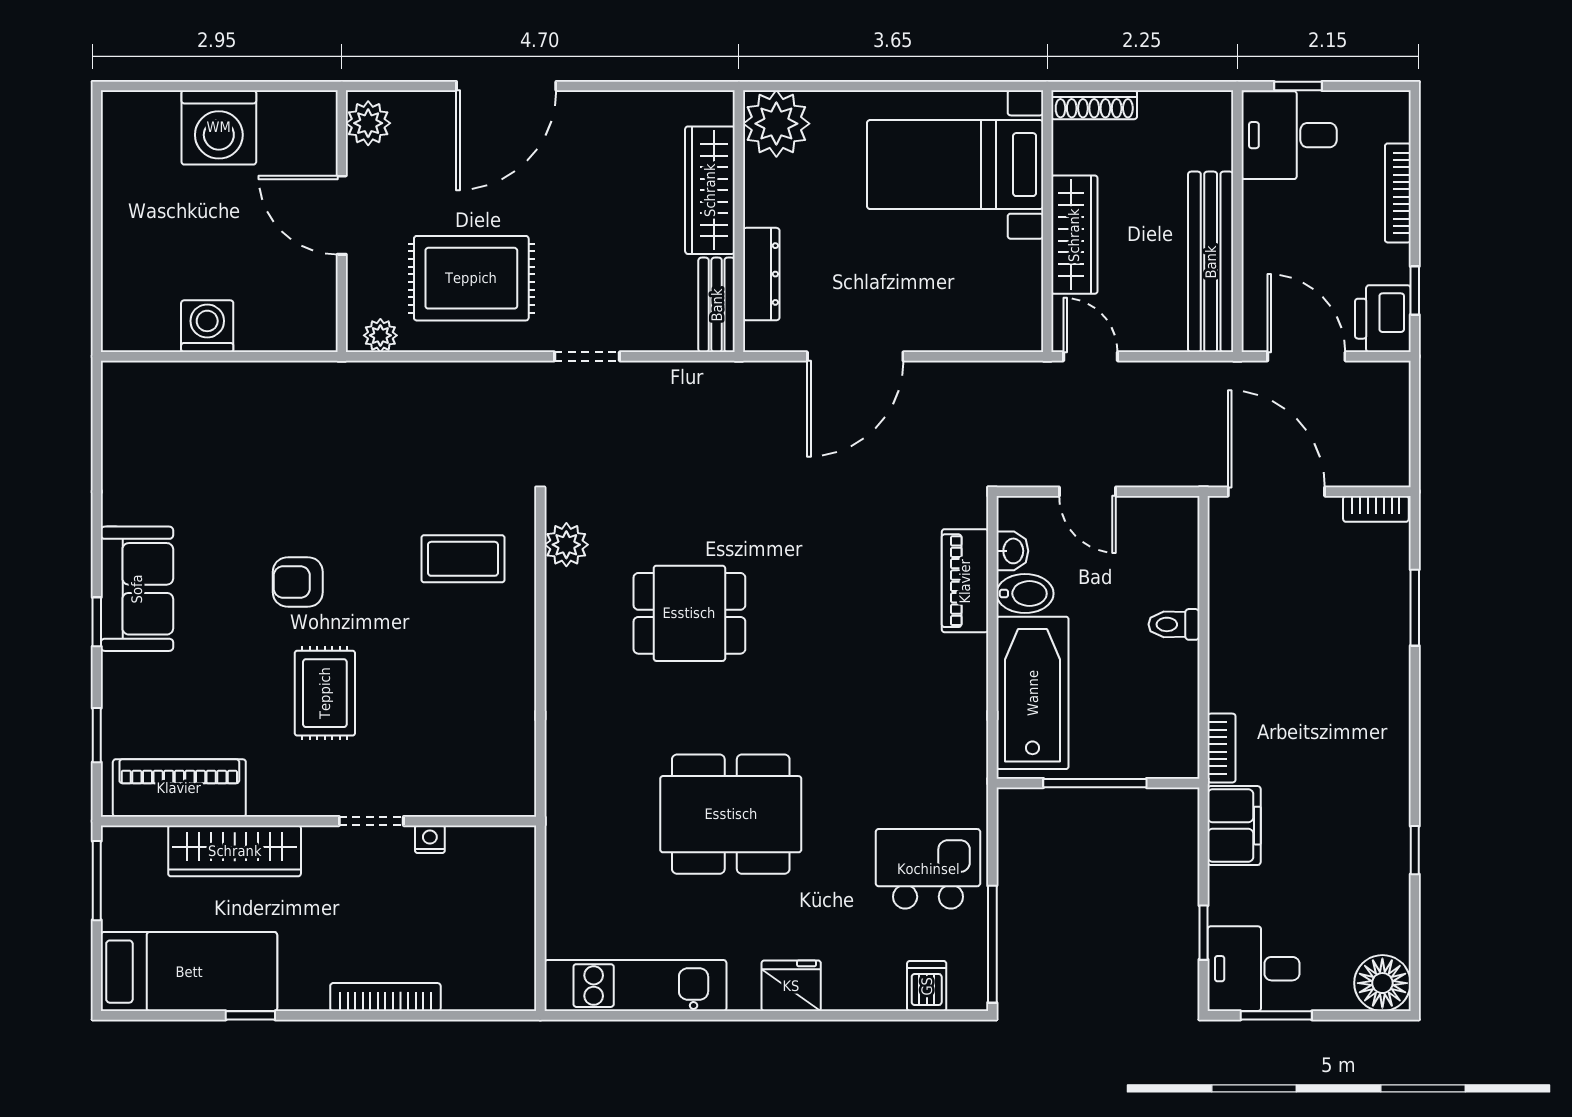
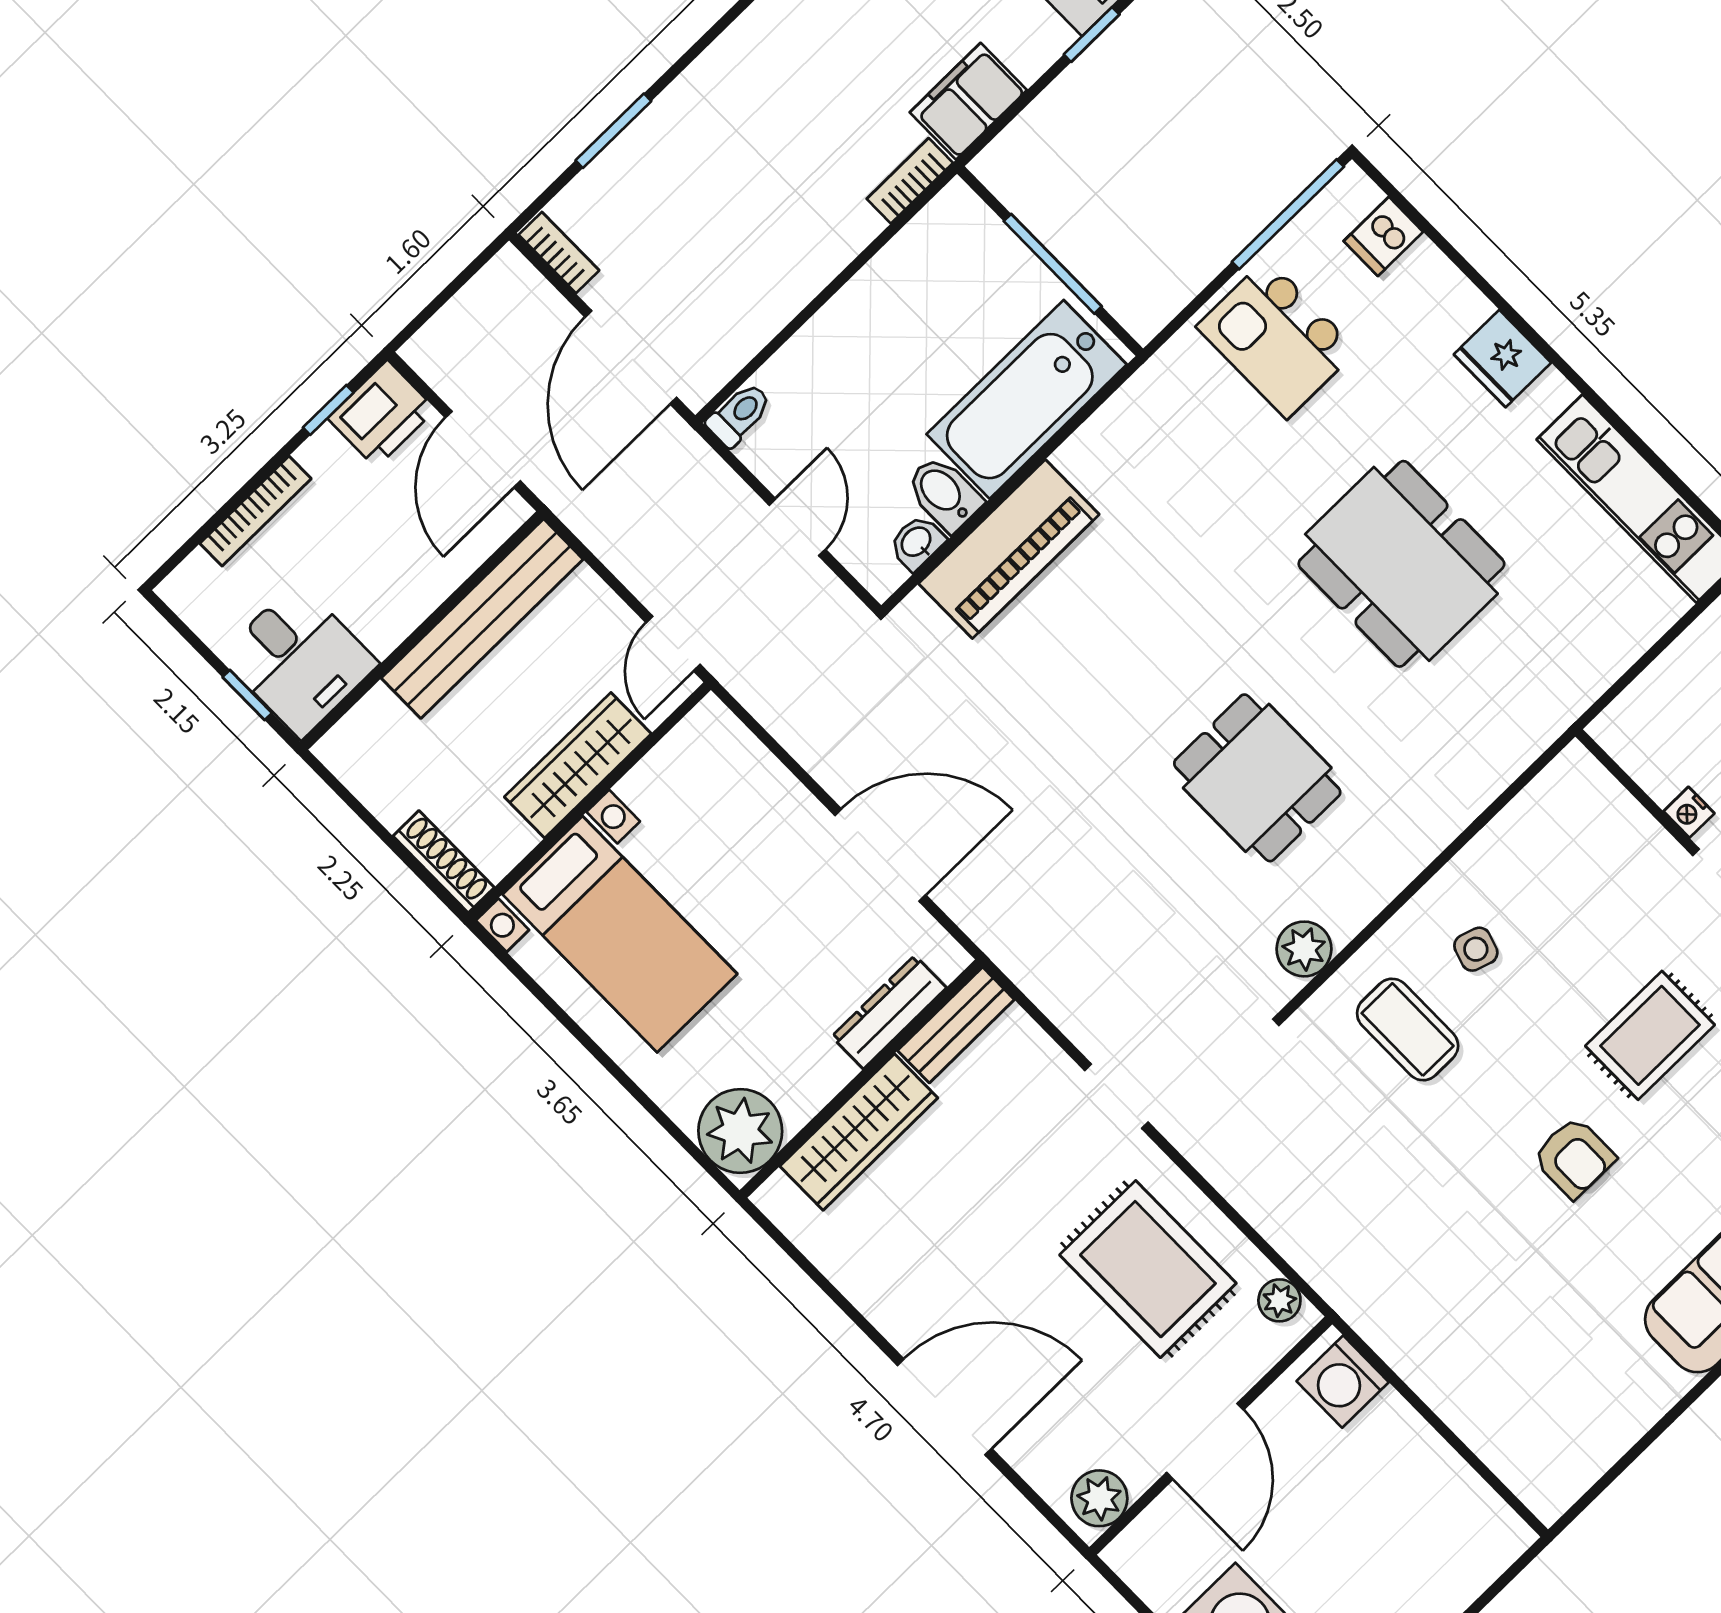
washing machine: (207, 326) -> (1343, 1382), moved
piano: (965, 581) -> (1009, 549), width x1.37, depth x1.33
toilet: (1174, 624) -> (739, 415), moved, turned -90
side table: (471, 642) -> (1476, 949), added

